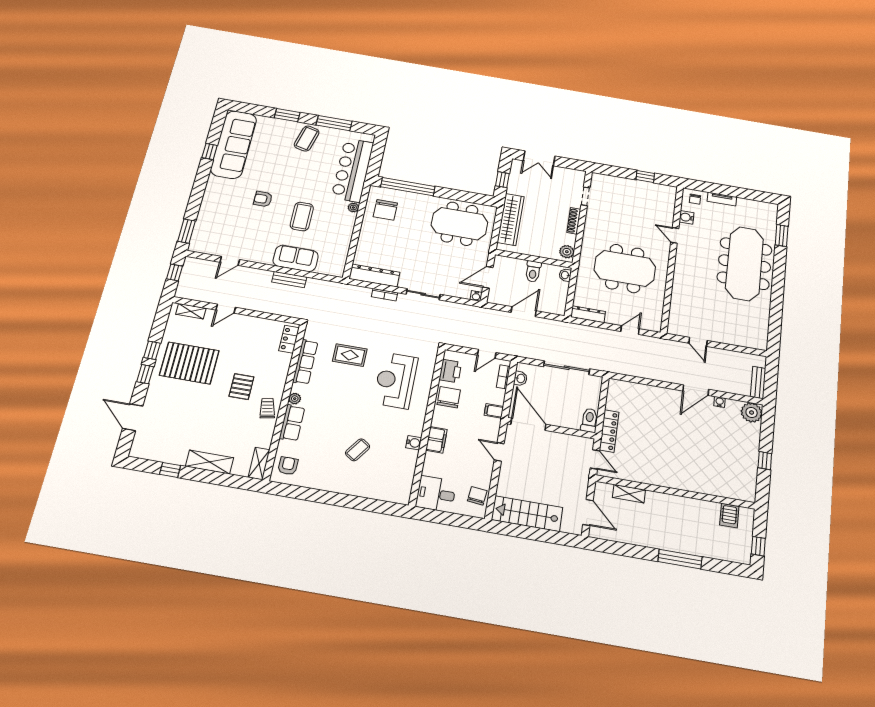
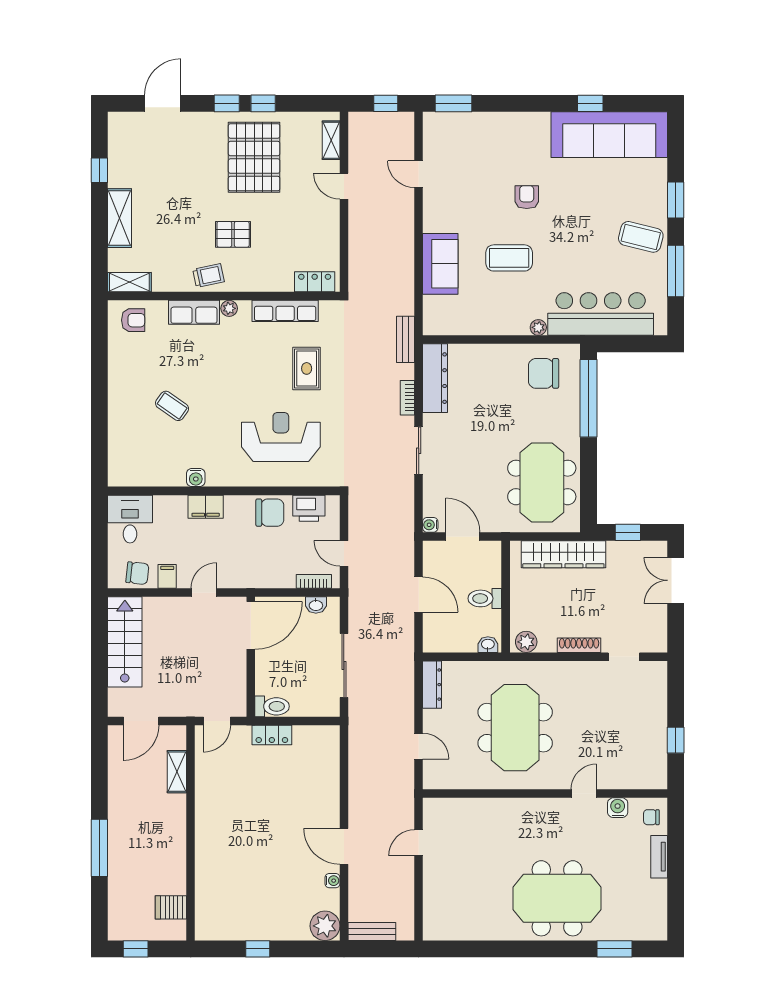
meeting table: (745, 264) -> (557, 898), width x0.73
bench: (289, 279) -> (406, 339), moved
filing cabinet: (494, 411) -> (167, 576), moved
locker: (609, 431) -> (272, 735), width x0.66

